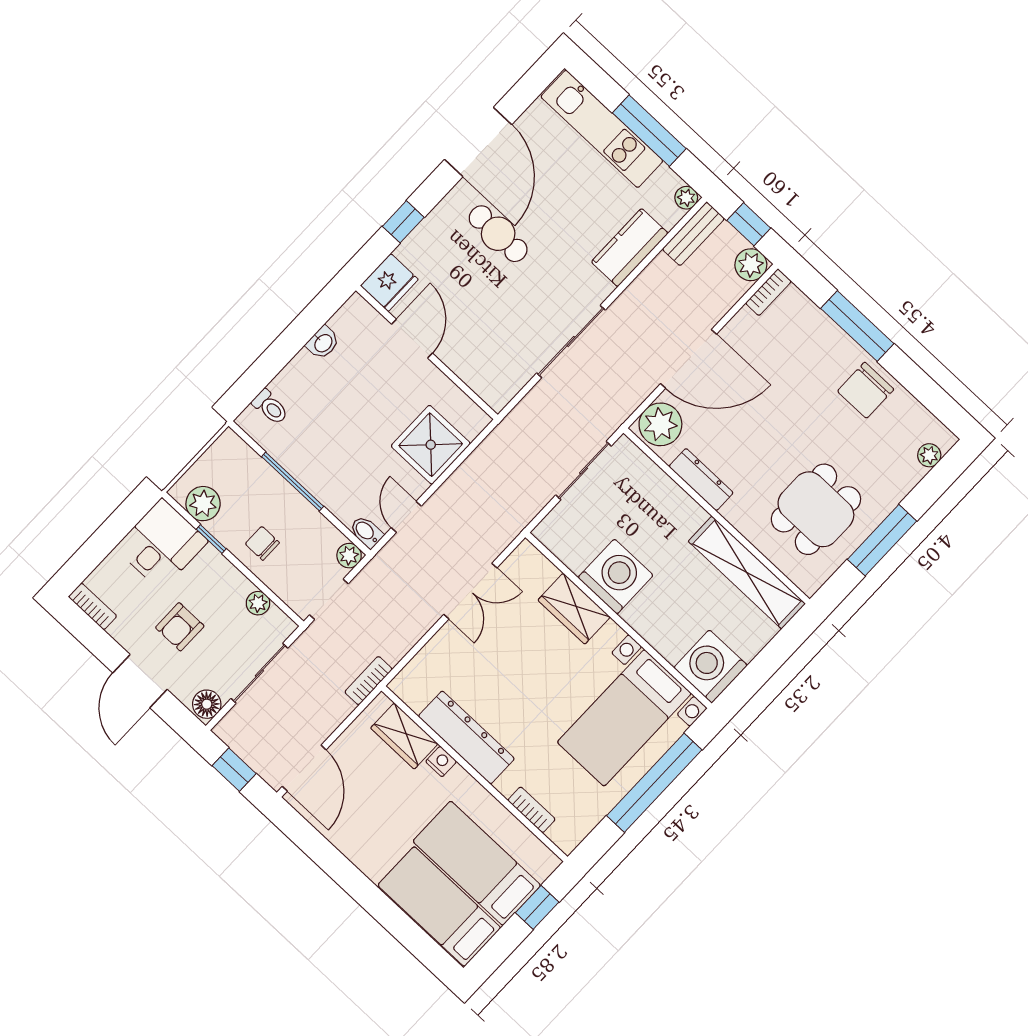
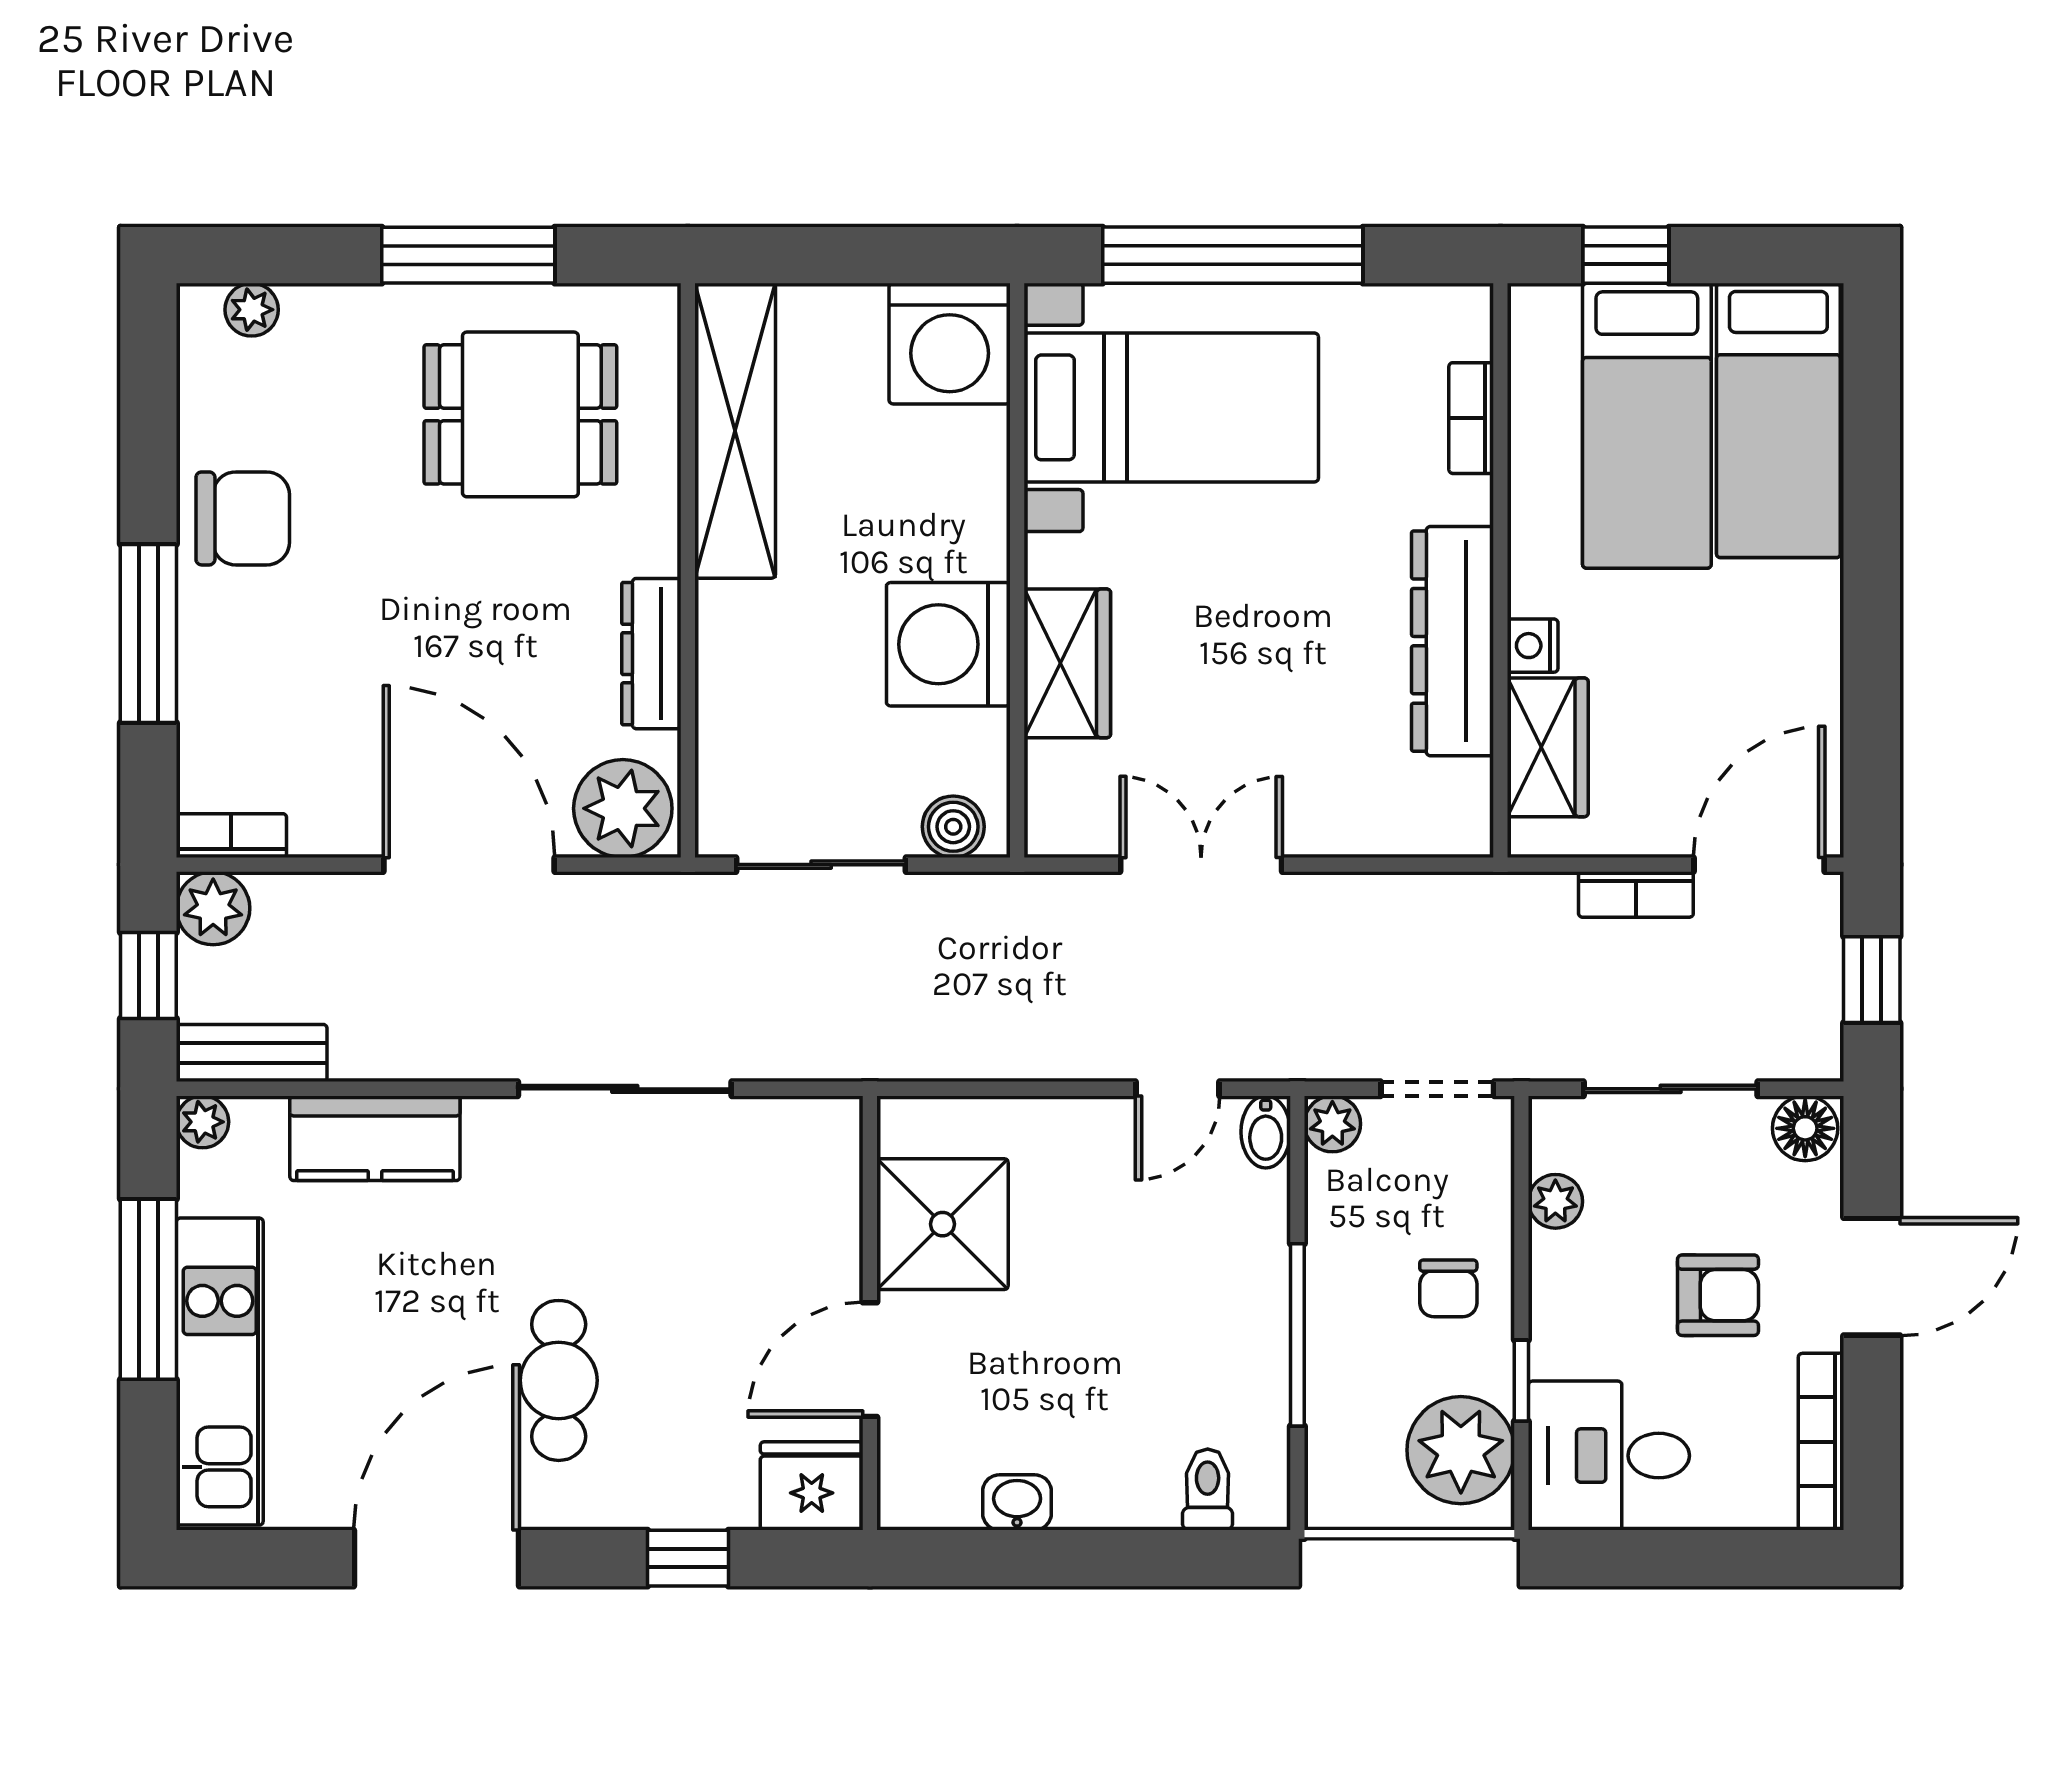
shower: (431, 445) -> (943, 1224), moved
plant: (203, 504) -> (1461, 1450), width x1.36, depth x1.36
boiler: (556, 524) -> (953, 827), added
bookcase: (93, 606) -> (1821, 1442), width x1.56
bookcase: (368, 681) -> (1636, 895), moved

